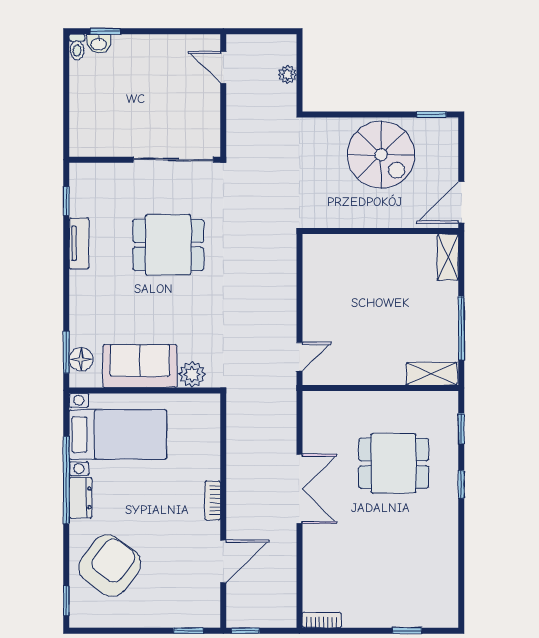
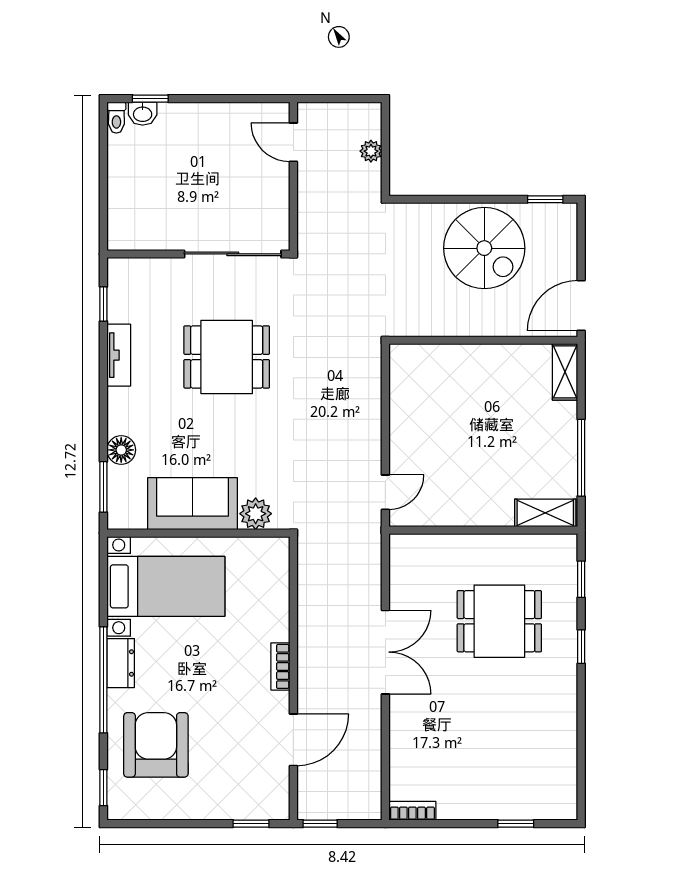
floor lamp: (81, 359) -> (121, 450), moved
window: (66, 480) -> (103, 680), moved
armchair: (110, 566) -> (156, 745), turned -37

